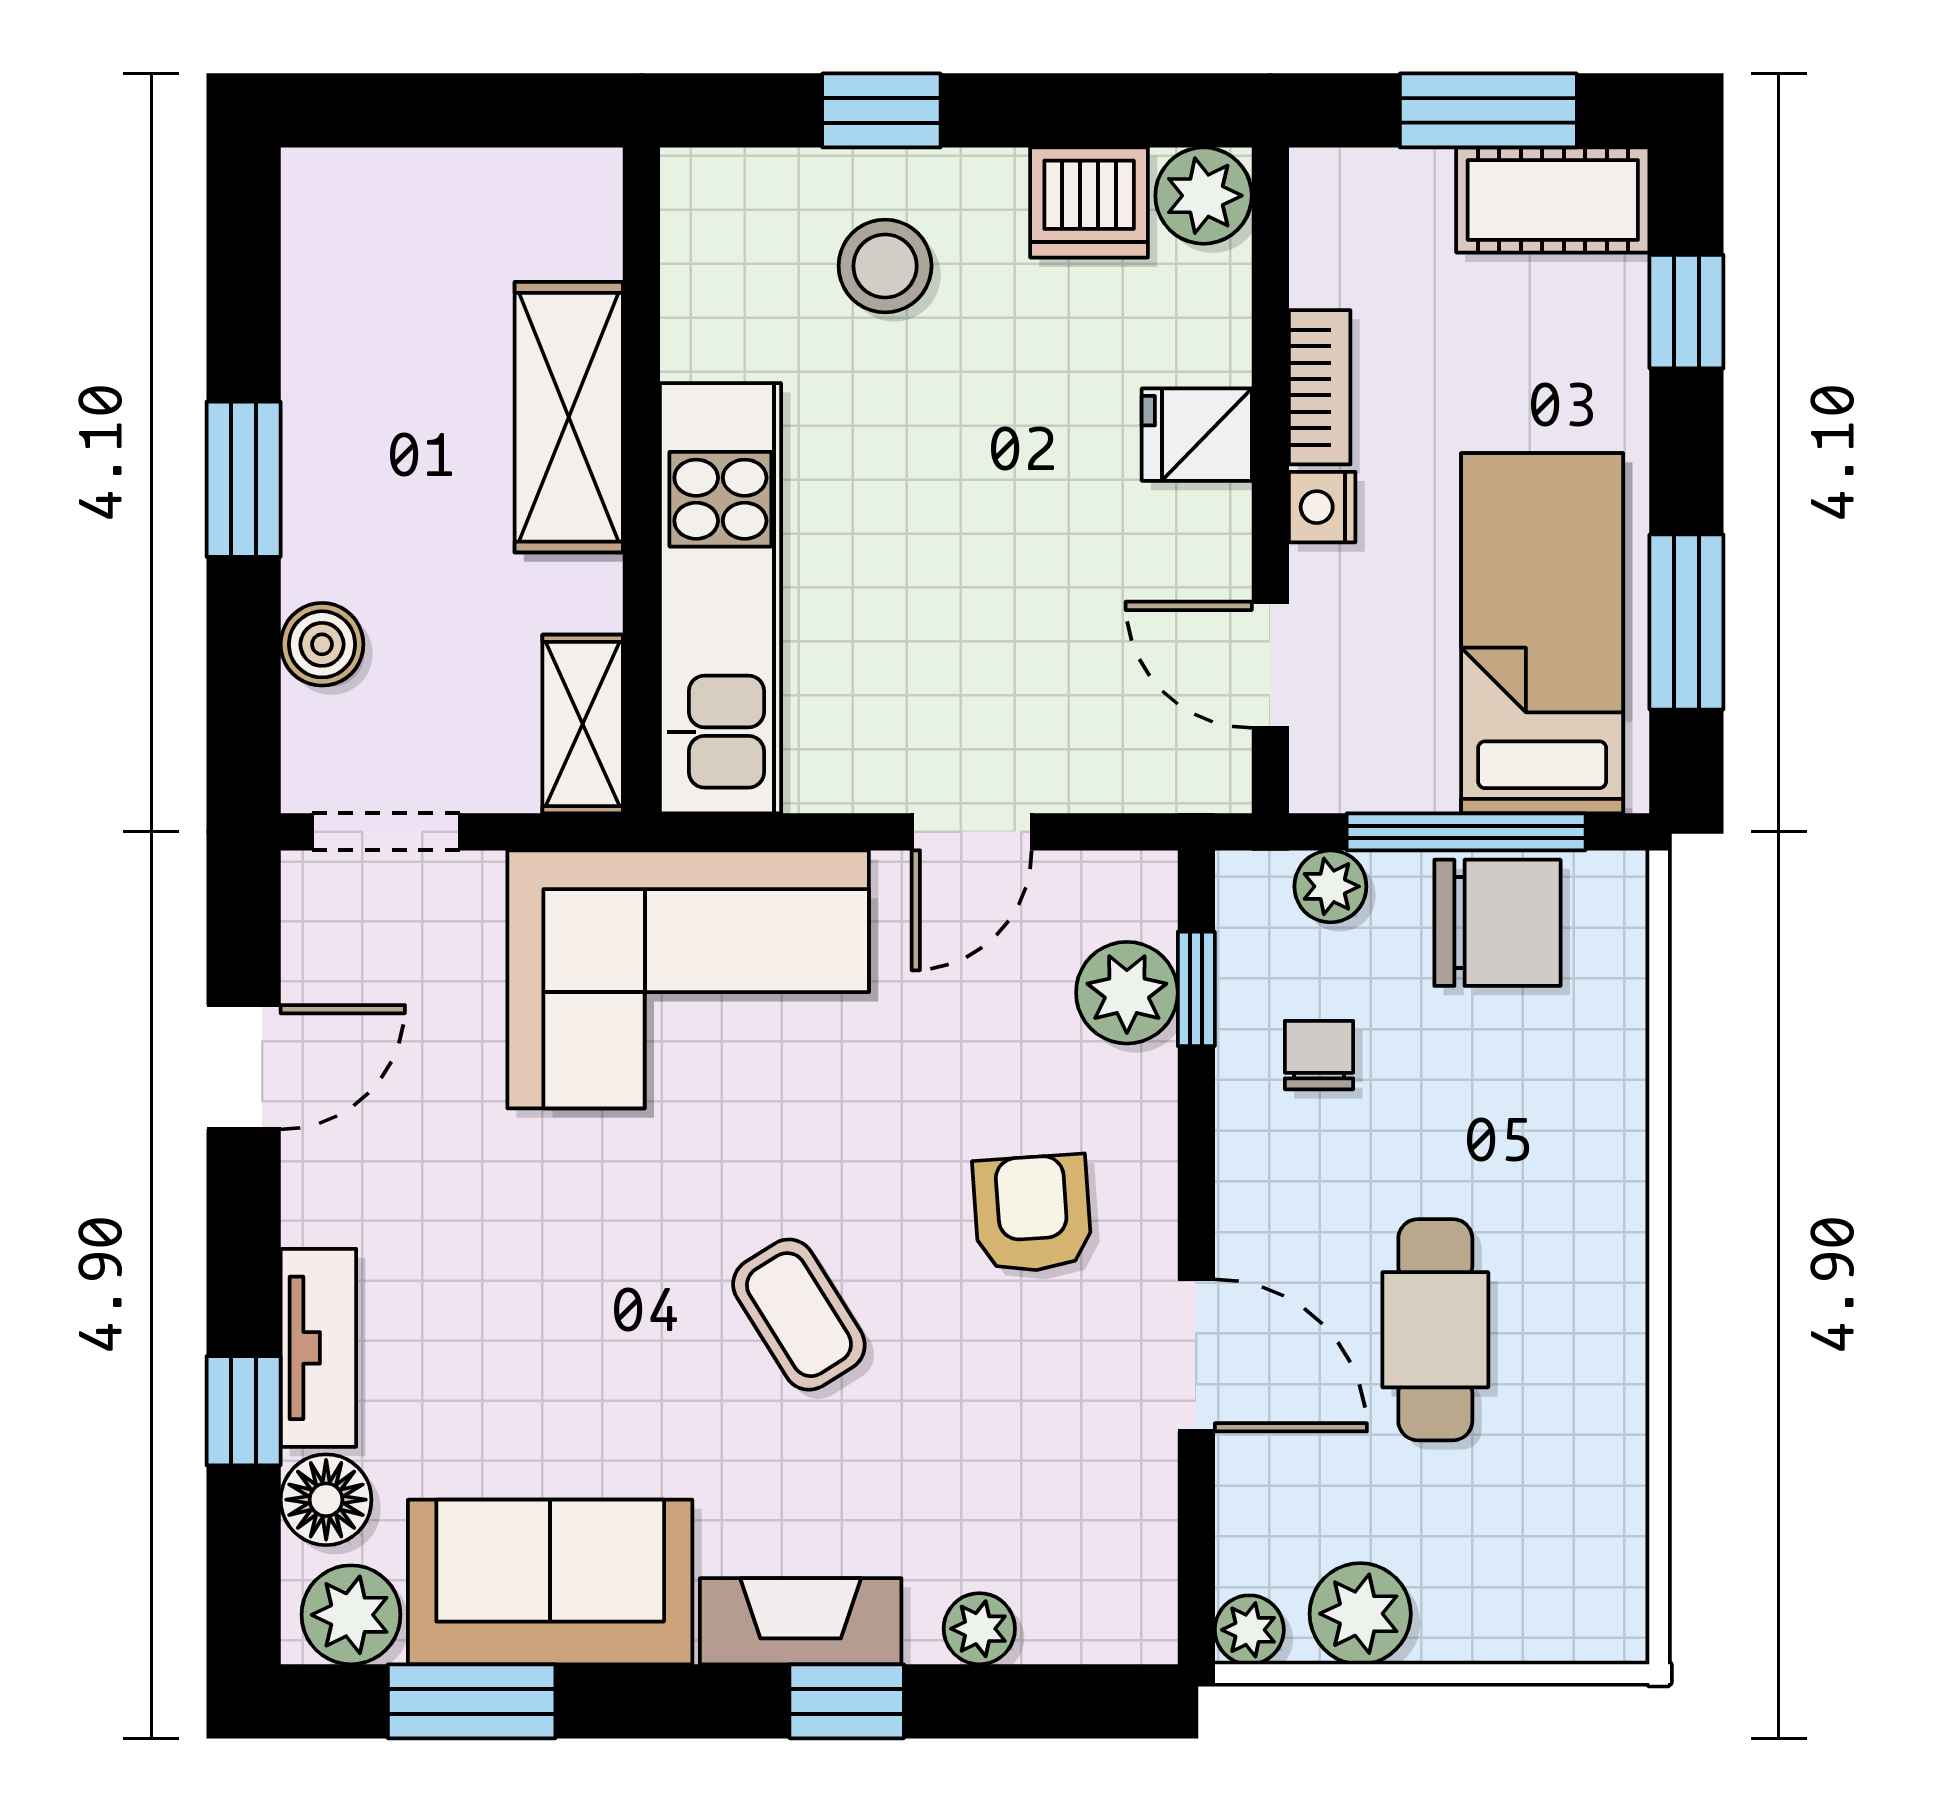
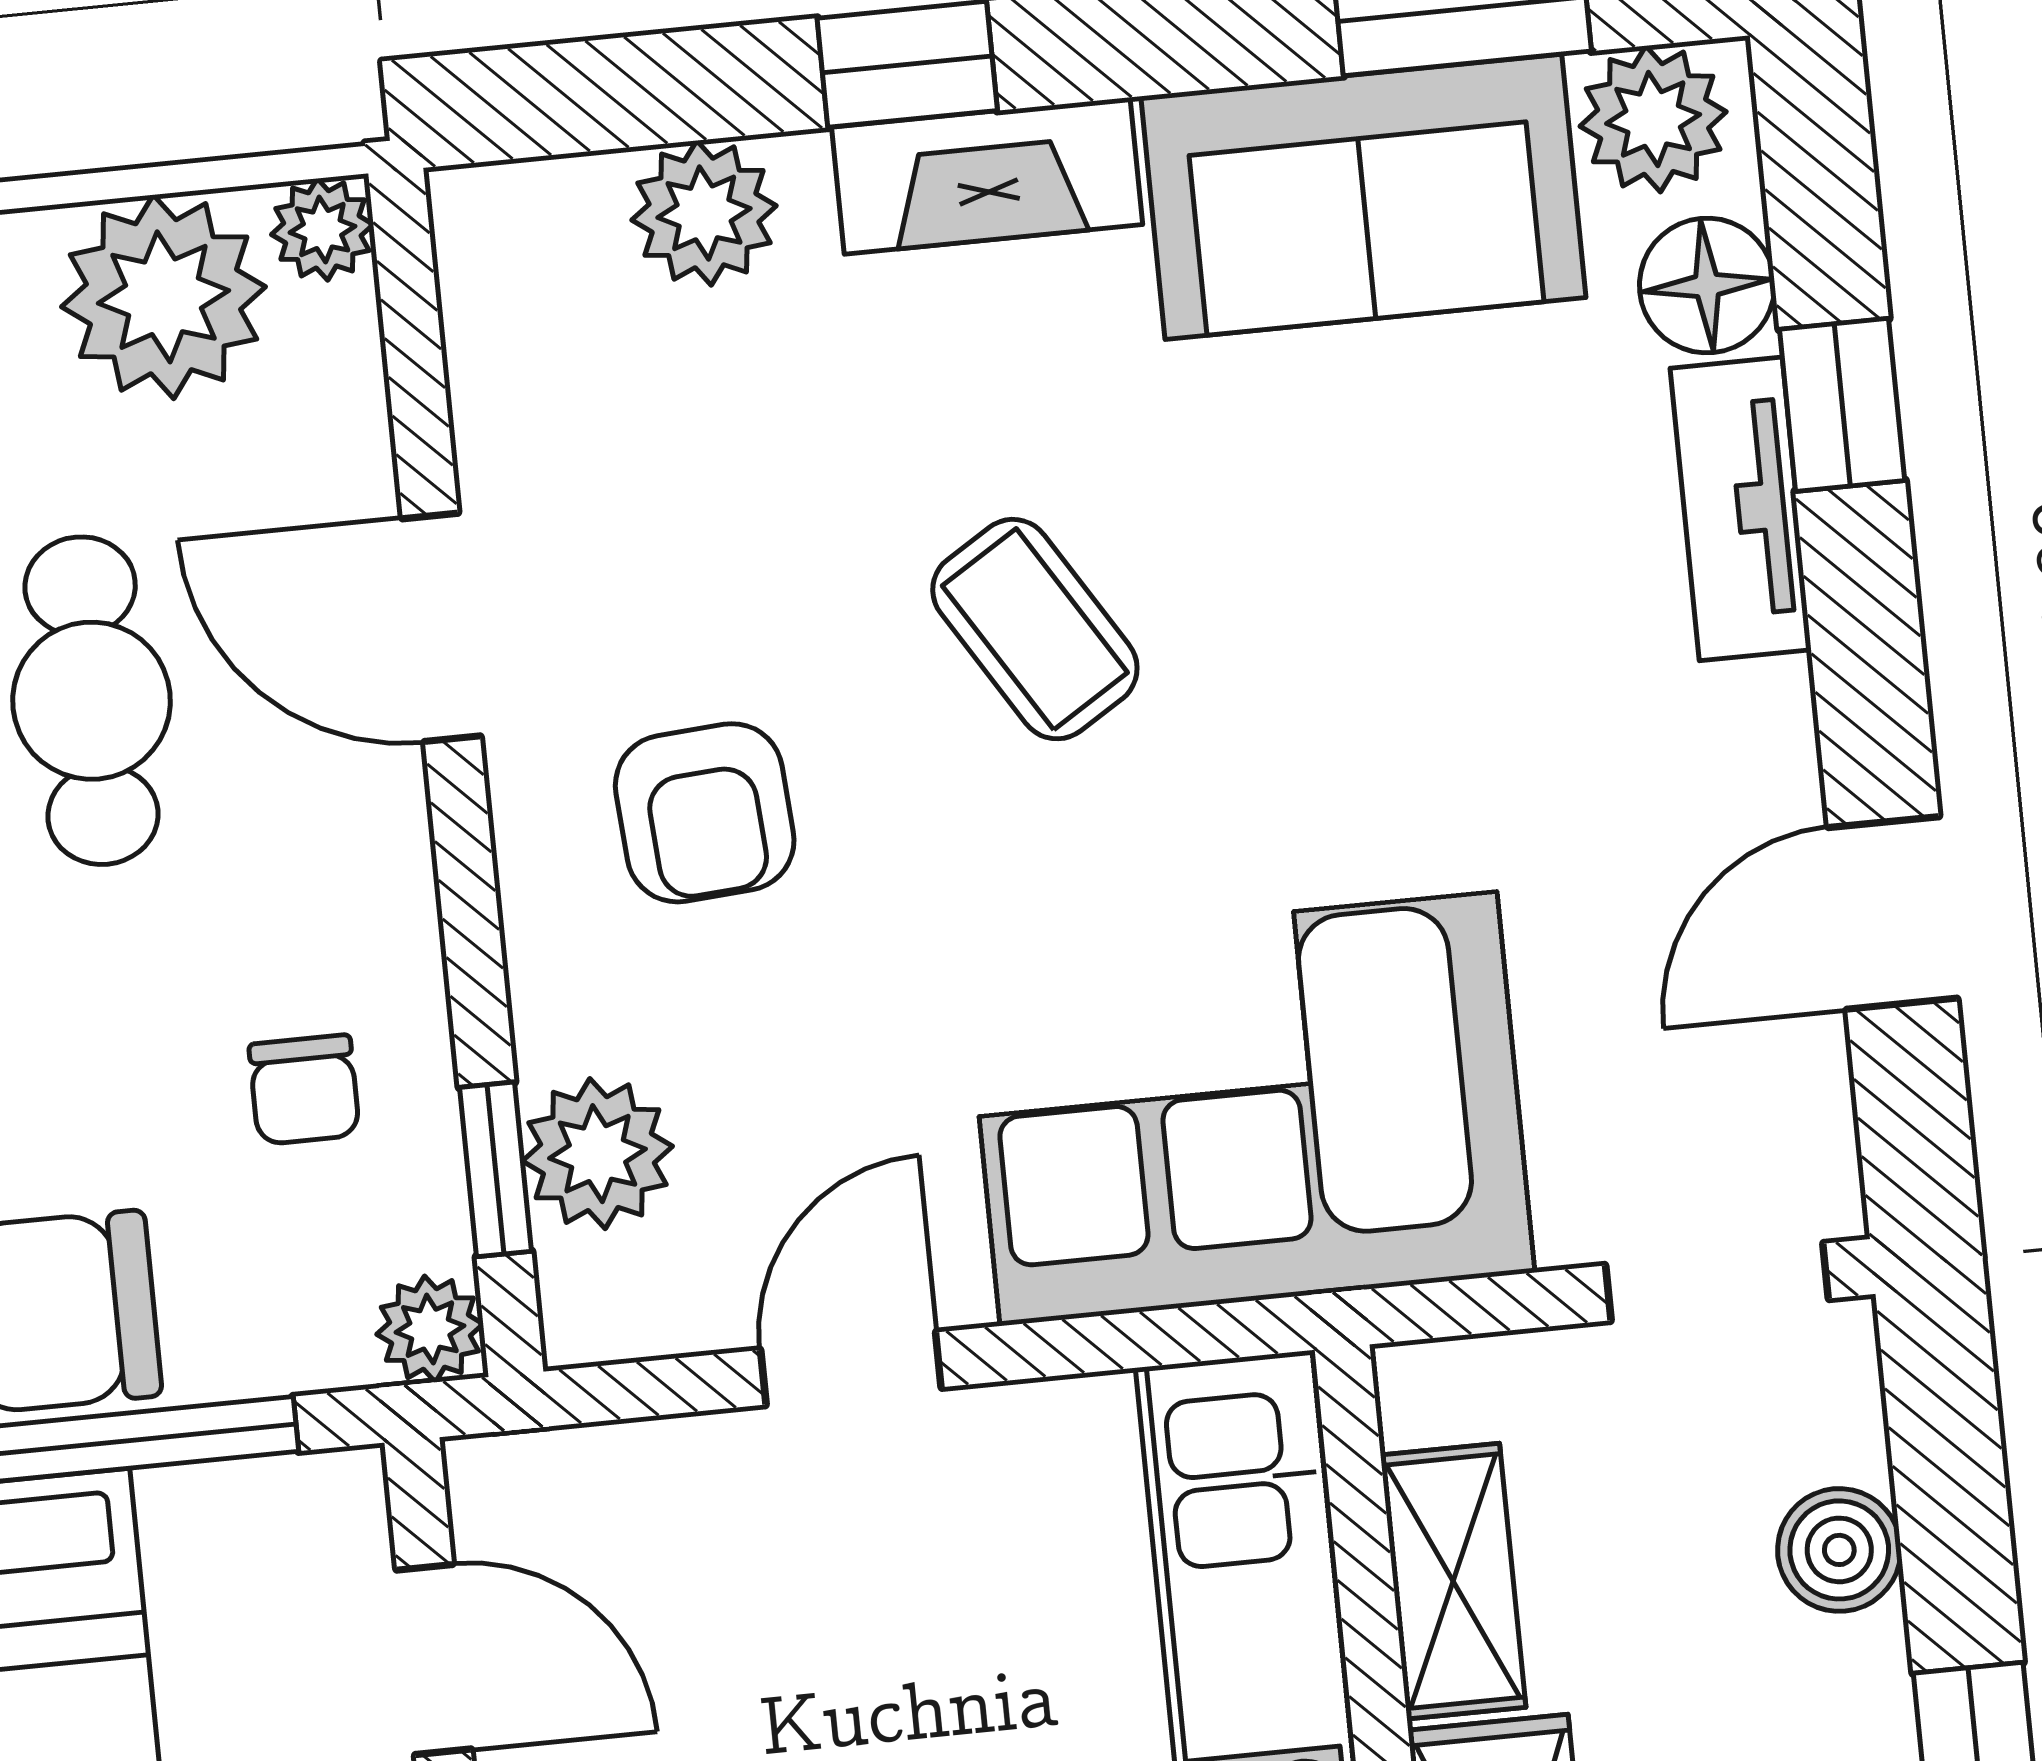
shelving: (583, 724) -> (1453, 1581), moved
plant: (1330, 886) -> (430, 1329), moved
plant: (1360, 1614) -> (164, 297), width x1.36, depth x1.36
plant: (979, 1629) -> (704, 213), width x1.38, depth x1.38

